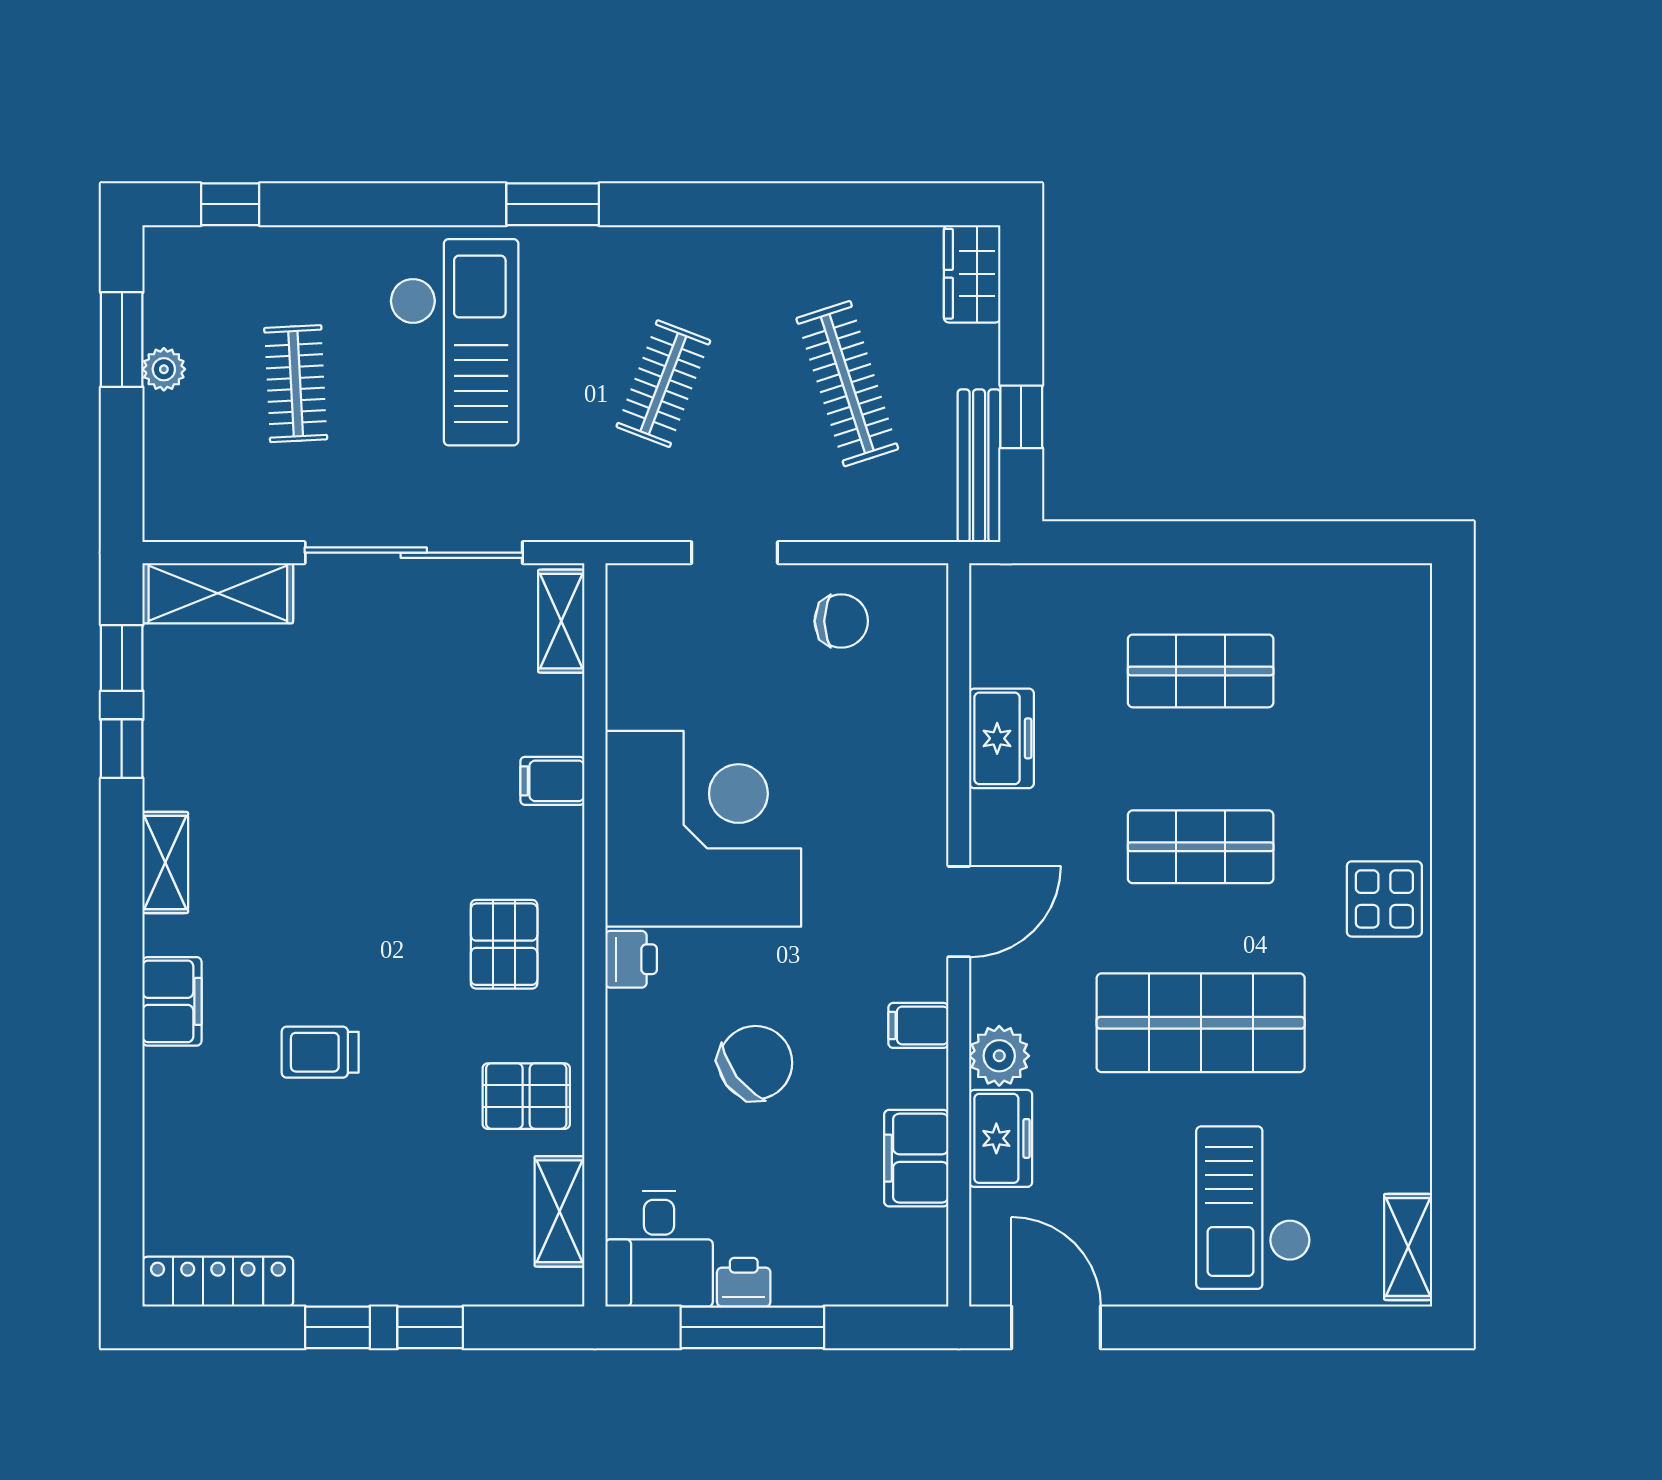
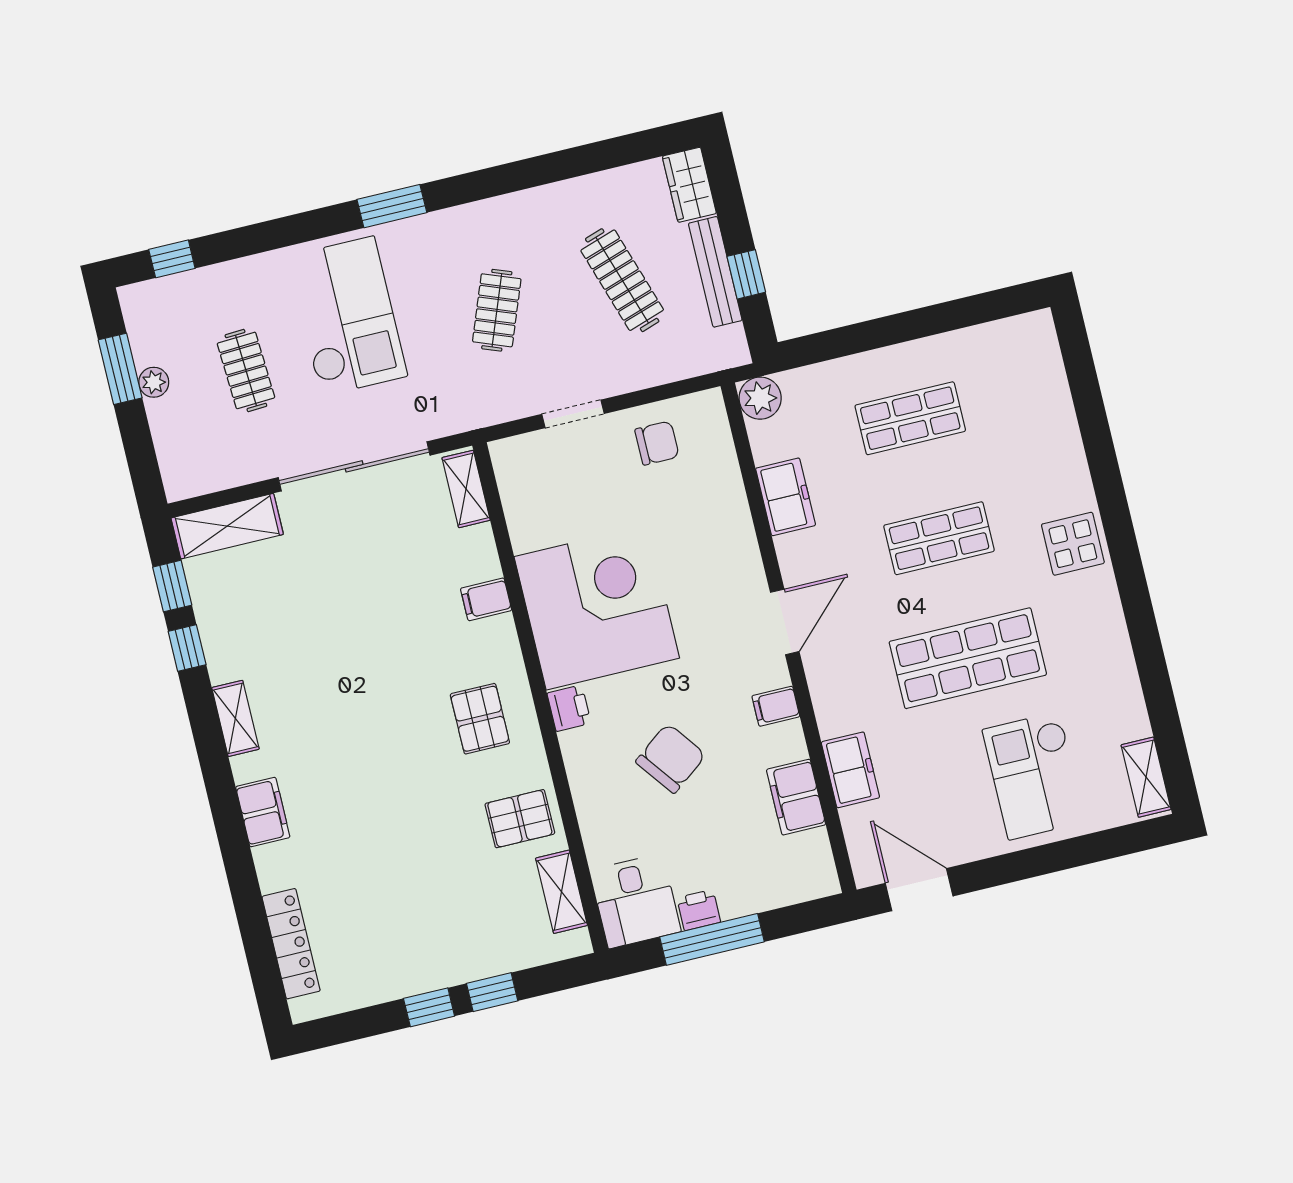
bench: (979, 466) -> (715, 272), moved
trolley: (320, 1052) -> (372, 822), removed
plant: (999, 1056) -> (760, 398), moved
locker: (218, 1282) -> (291, 944), moved, turned 90

